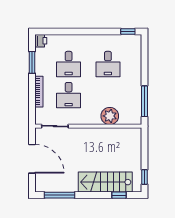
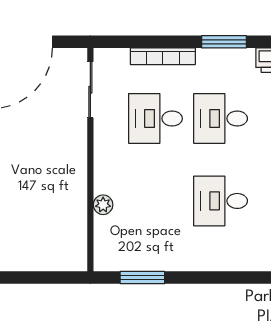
window: (144, 101) -> (142, 278), width x0.69
plant: (110, 116) -> (103, 205), width x0.53, depth x0.53

